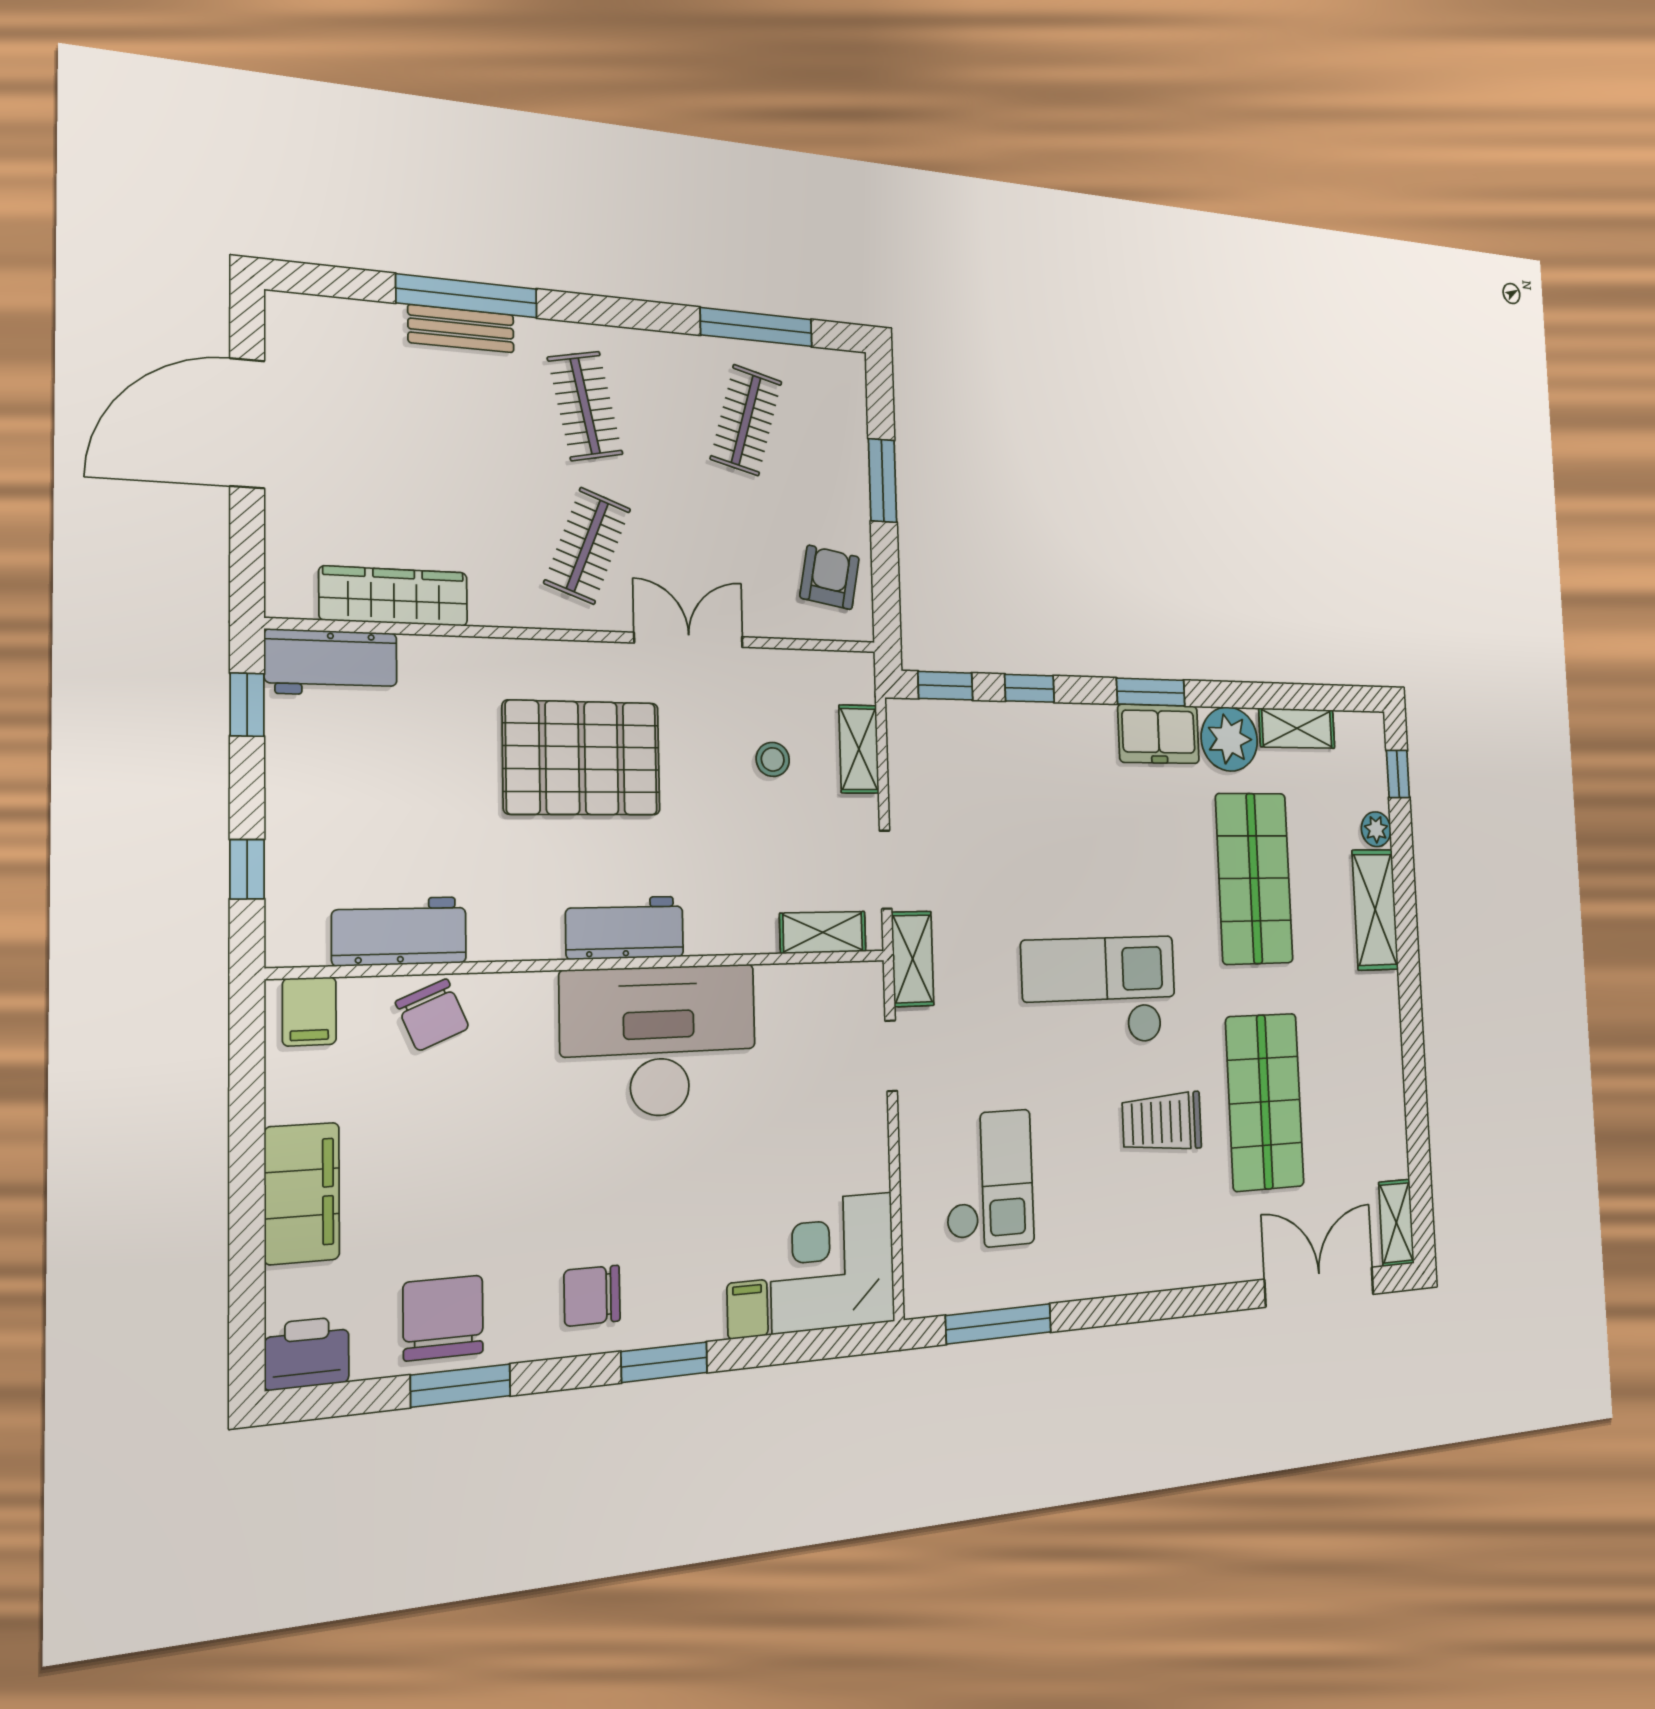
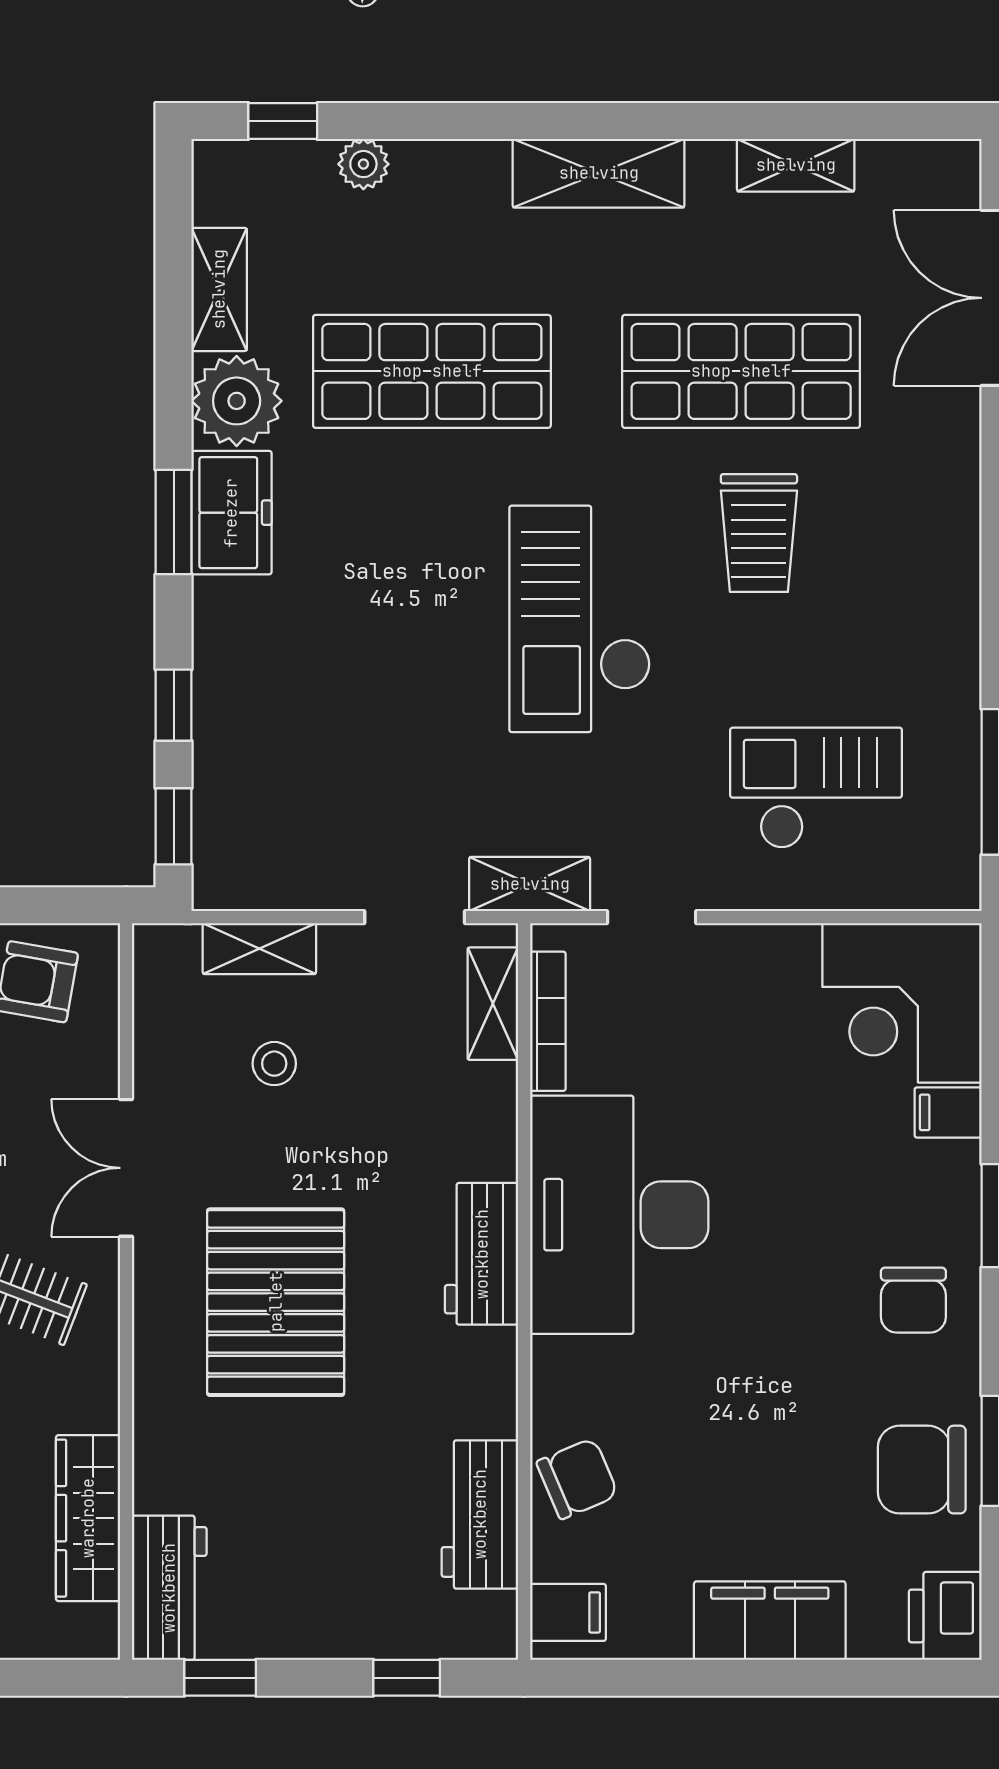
shelving: (1375, 910) -> (599, 173), moved
bookcase: (811, 977) -> (548, 1021), added
shelving: (1396, 1223) -> (796, 165), moved

